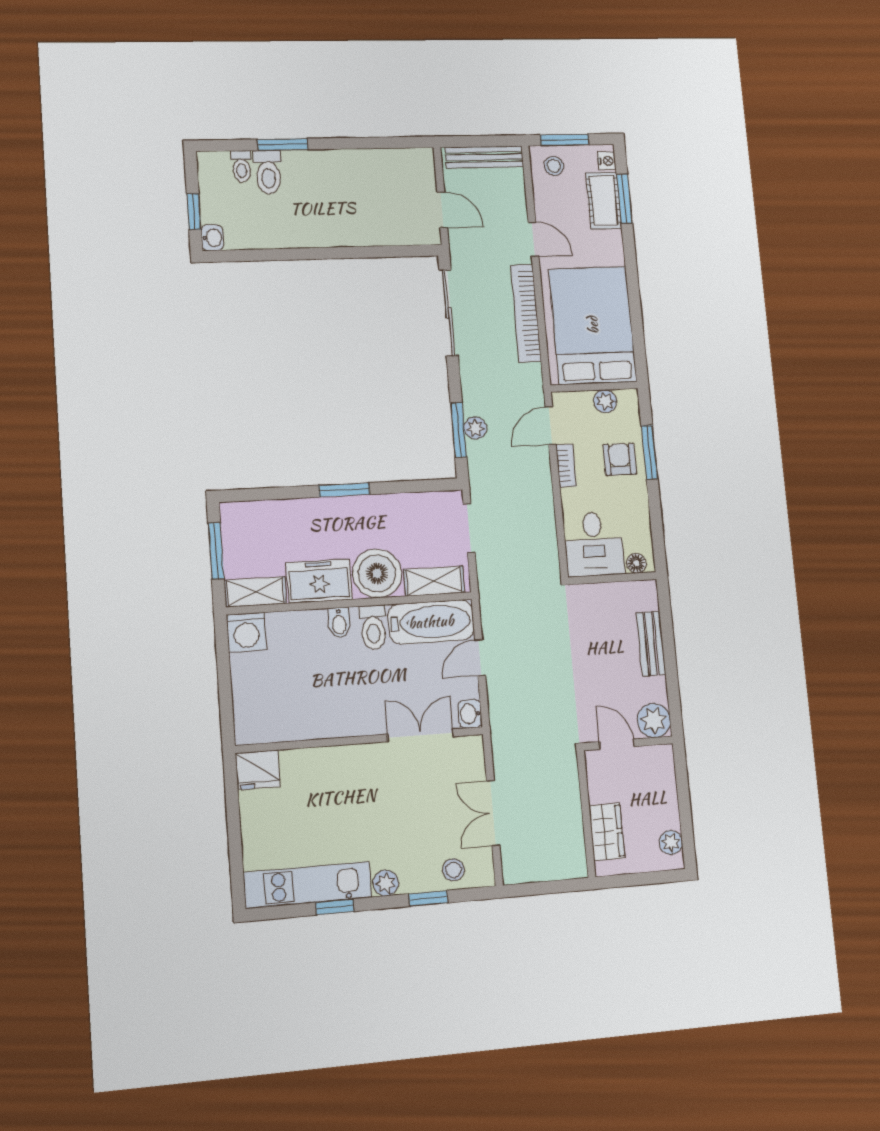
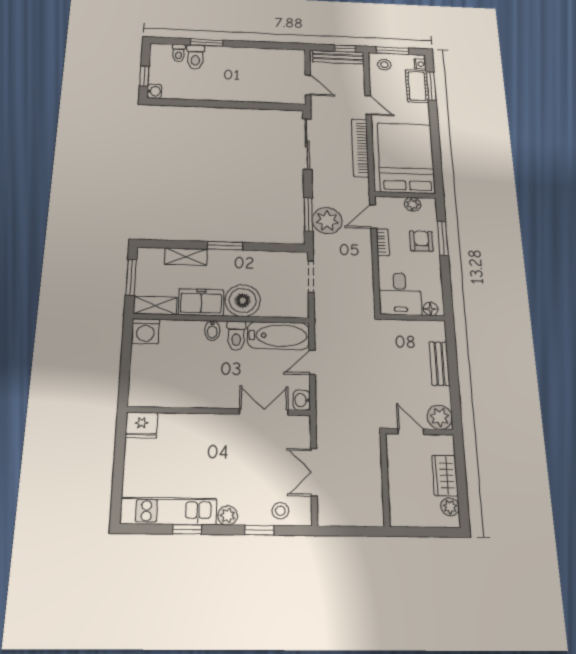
window: (494, 141) -> (345, 49), added
plant: (475, 428) -> (327, 221), width x1.88, depth x1.88
shelving: (434, 581) -> (186, 257), moved
wardrobe: (607, 832) -> (445, 476), moved, turned 180

